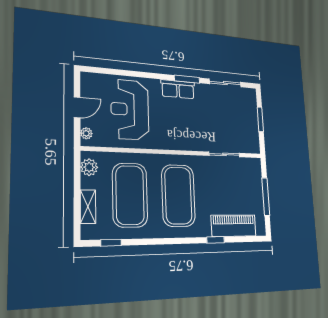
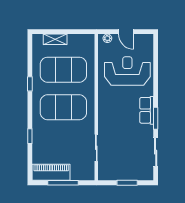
plant: (89, 167) -> (83, 40), removed
piano: (234, 226) -> (51, 172), moved, turned -90
window: (111, 243) -> (30, 84), moved

